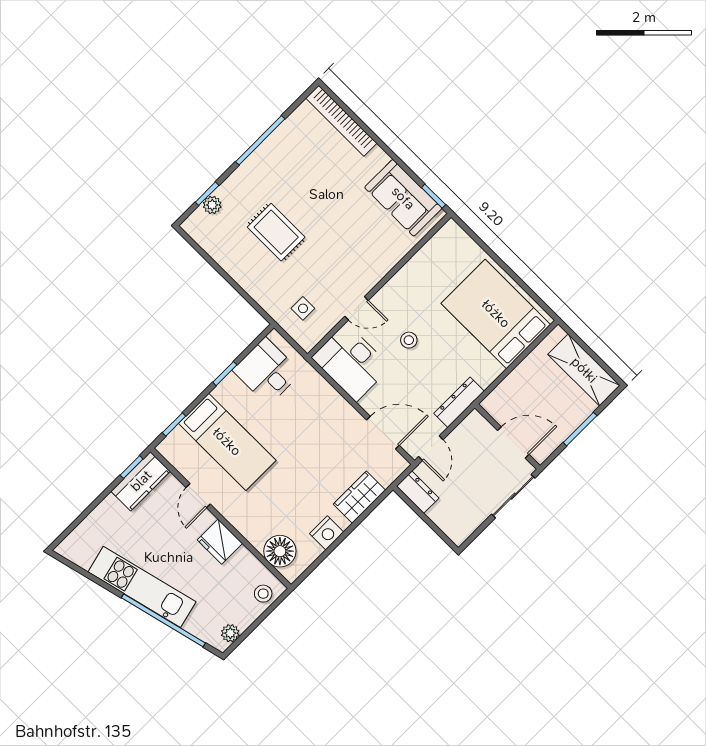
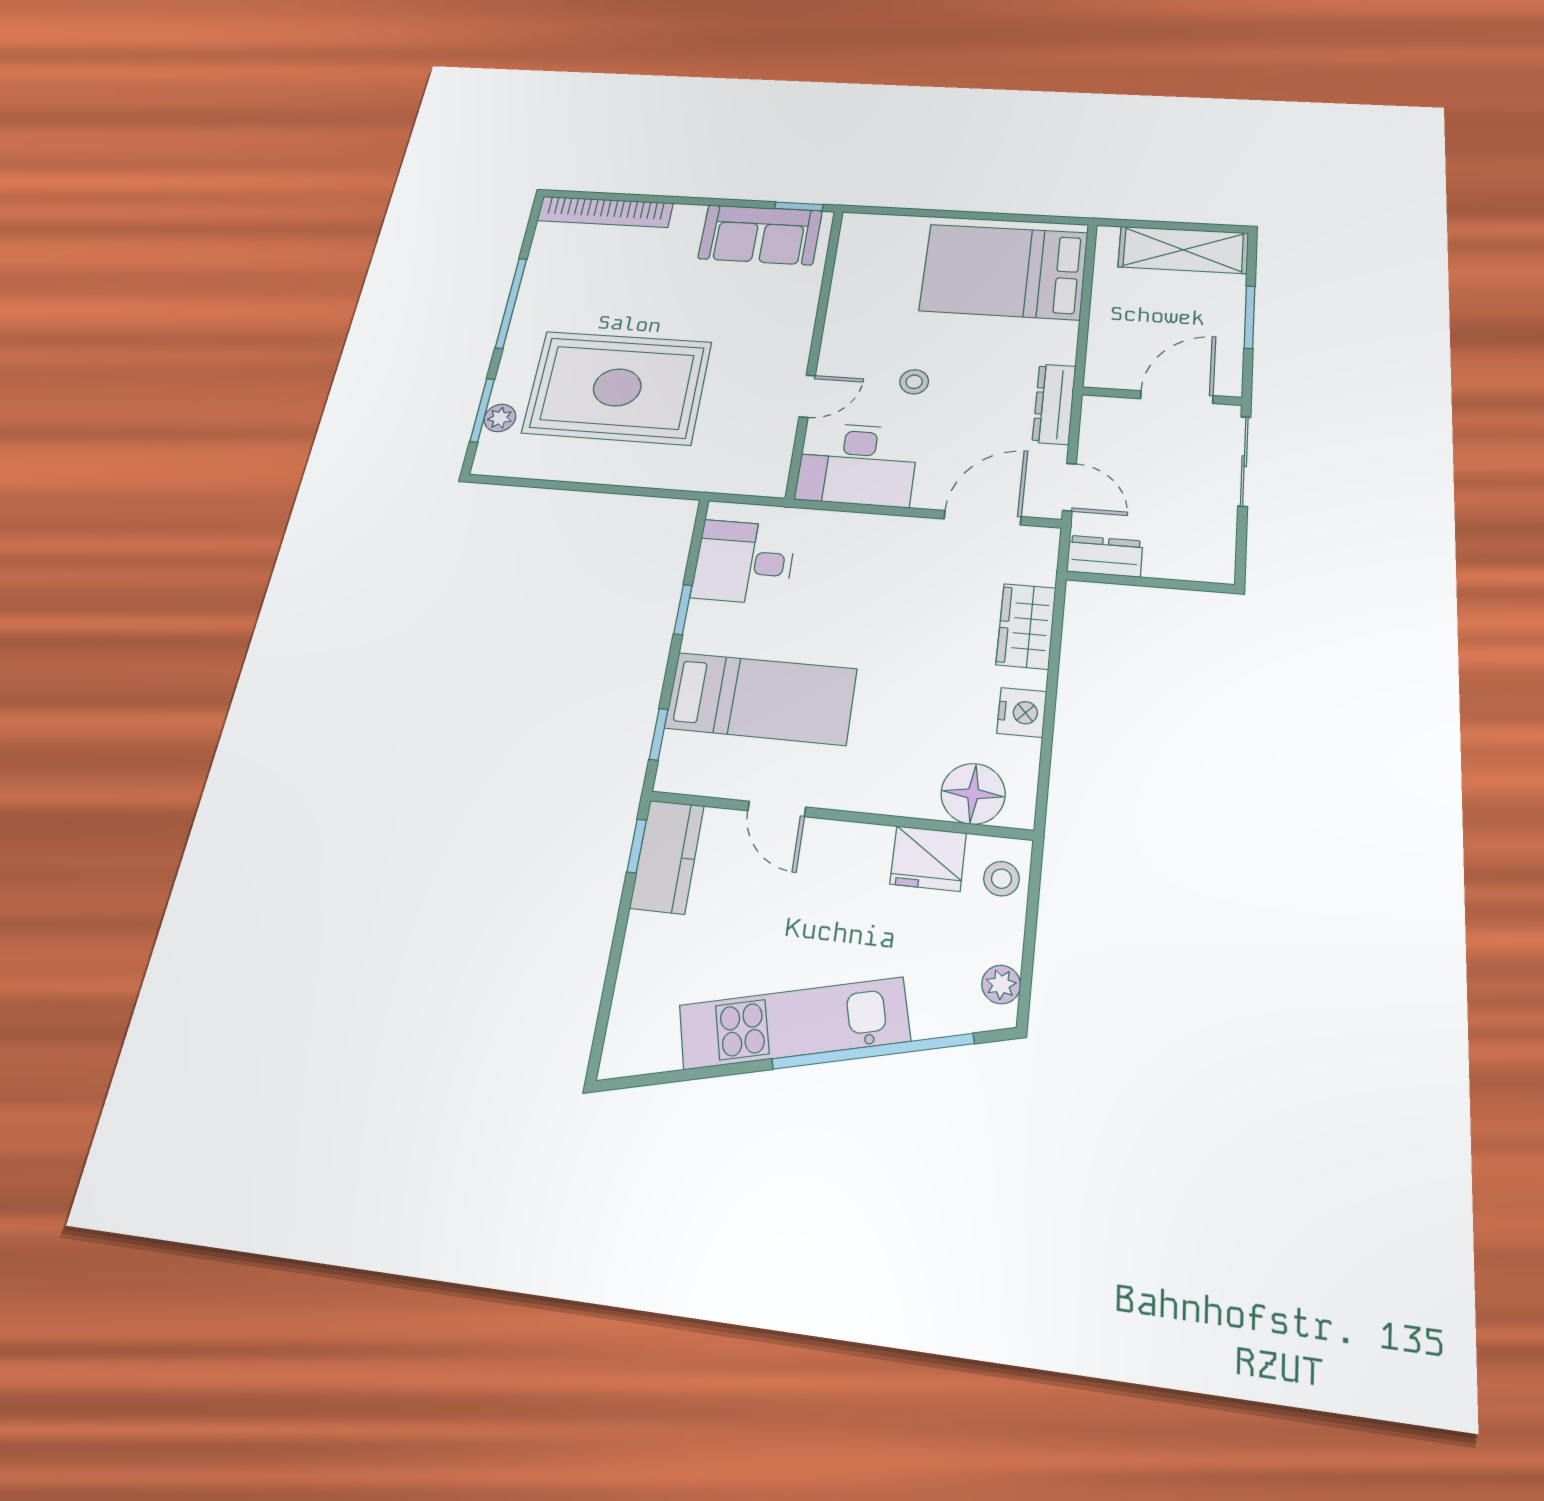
window: (207, 194) -> (482, 410), width x1.50
rug: (276, 232) -> (617, 387), width x1.86, depth x2.06
side table: (303, 308) -> (731, 449), removed
fridge: (220, 542) -> (928, 858), moved

